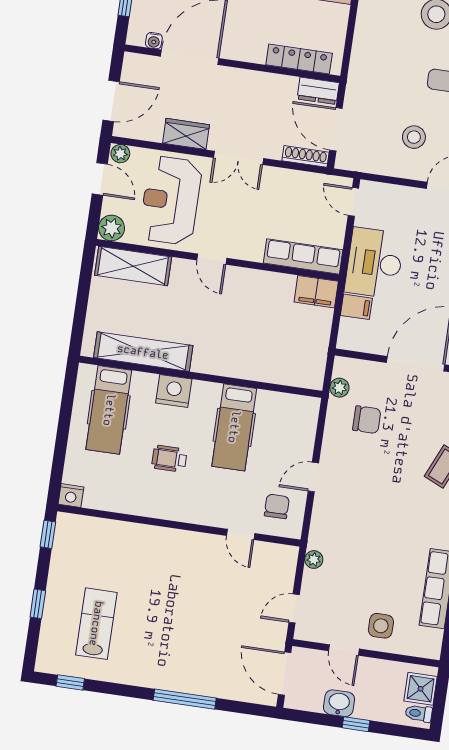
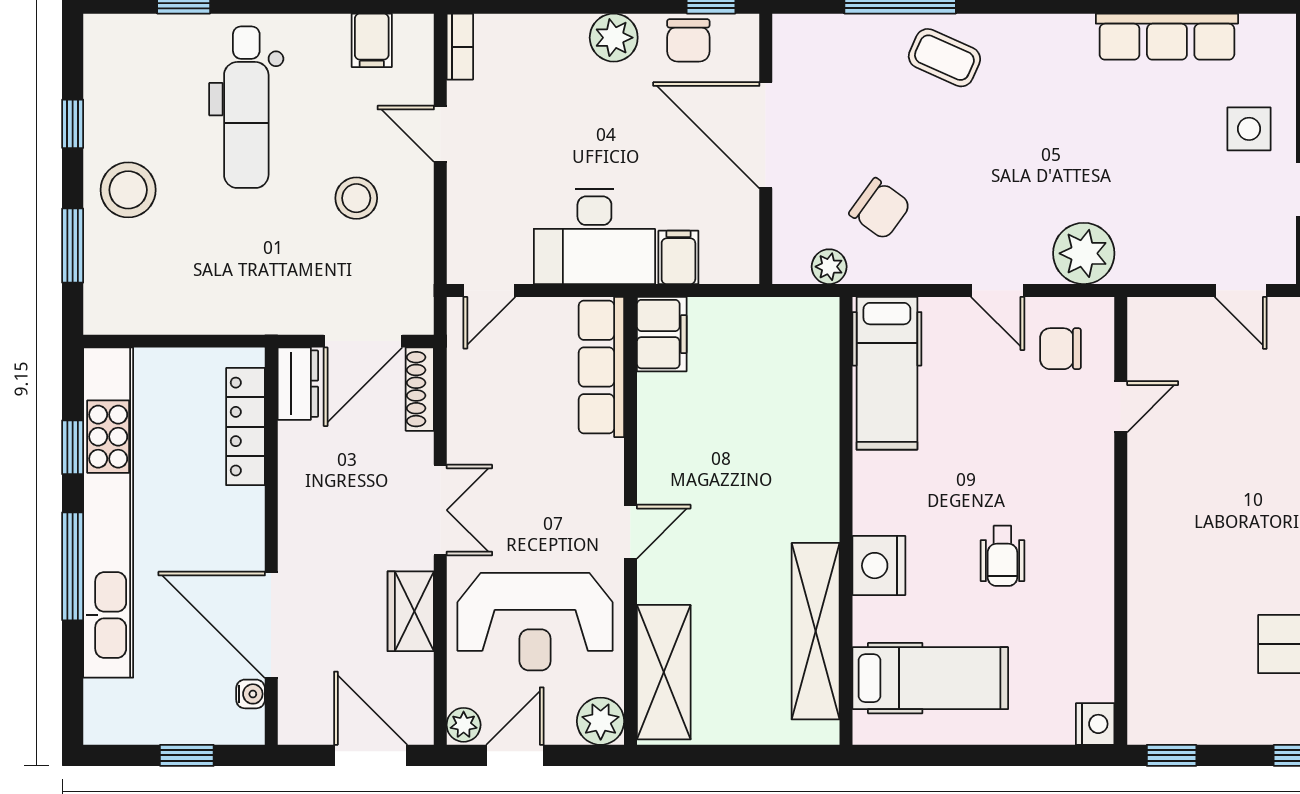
chair: (367, 420) -> (880, 209), turned 126
hospital bed: (234, 427) -> (887, 373), moved, turned 90
plant: (314, 560) -> (1084, 253), moved, width x1.88, depth x1.88

